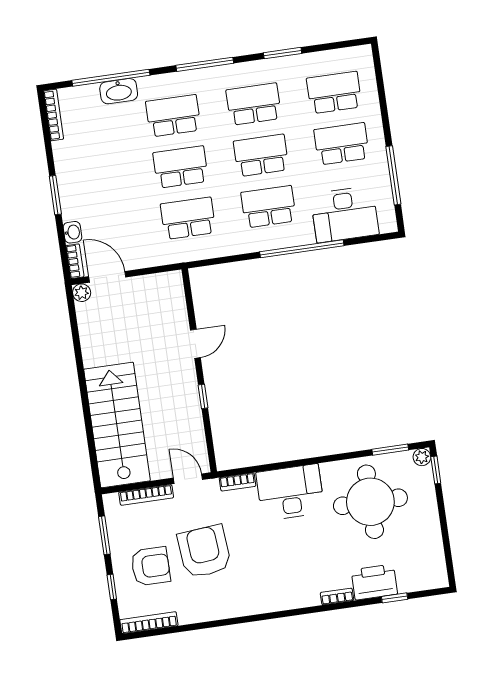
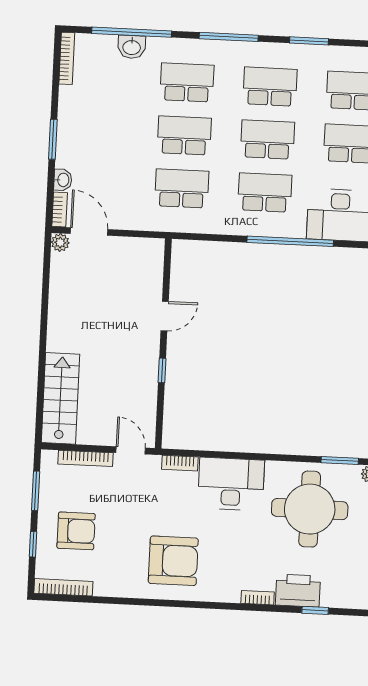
washbasin: (119, 91) -> (132, 47), width x0.72
stairs: (117, 425) -> (61, 398), width x0.73, depth x0.66
armchair: (204, 552) -> (173, 561), moved, turned 95

